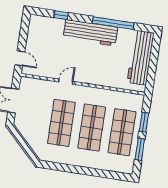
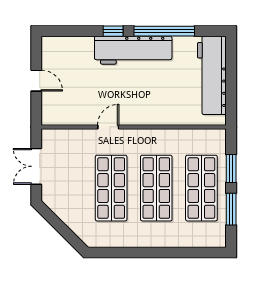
window: (61, 15) -> (113, 31), moved
door: (20, 58) -> (36, 81), moved

